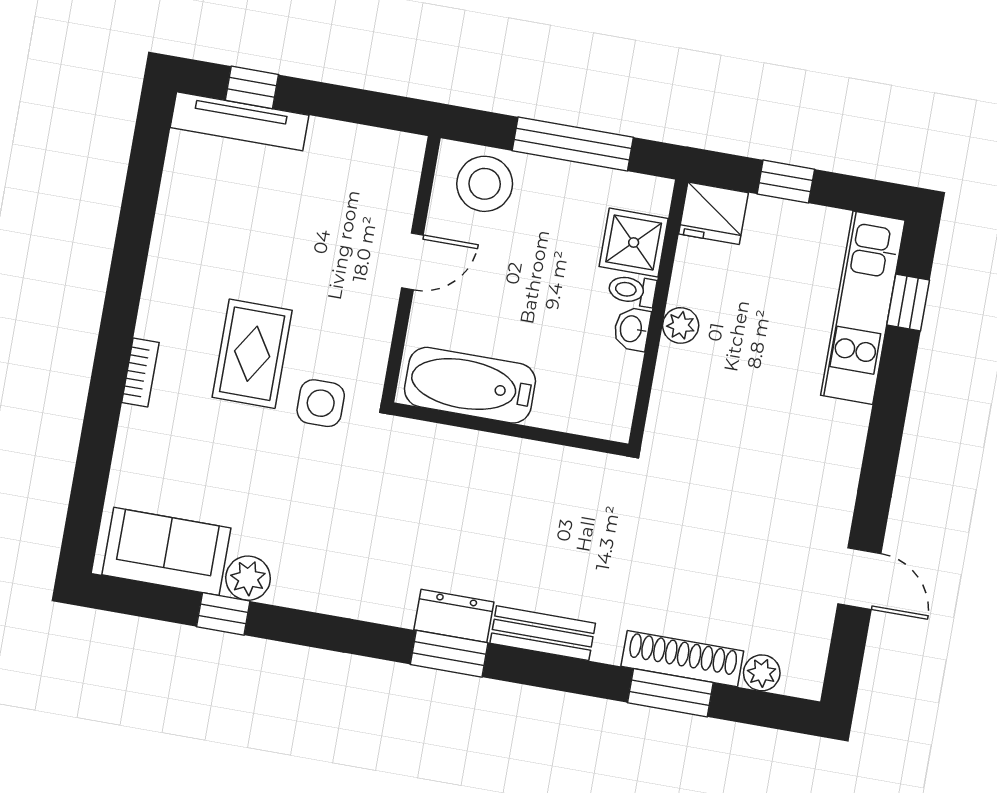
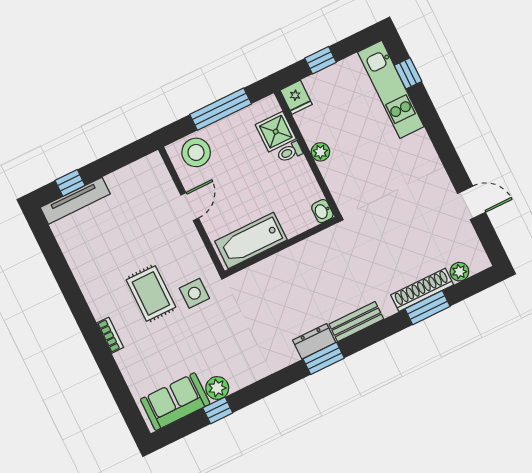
fridge: (713, 213) -> (296, 97), width x0.72
washbasin: (632, 329) -> (322, 211), moved

